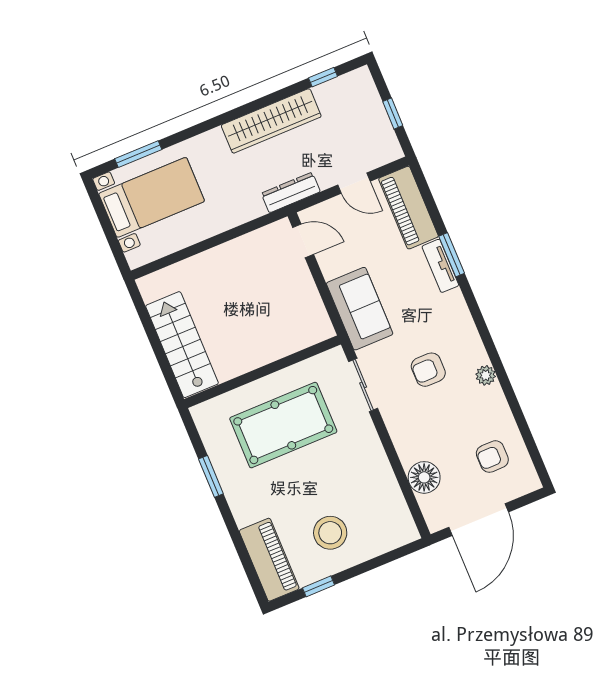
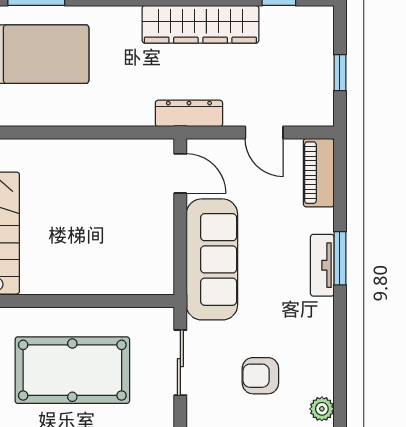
piano: (408, 208) -> (319, 173), width x0.73, depth x0.75
sofa: (360, 309) -> (212, 259), width x1.36

